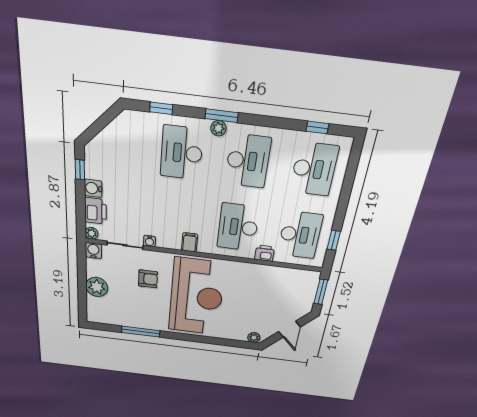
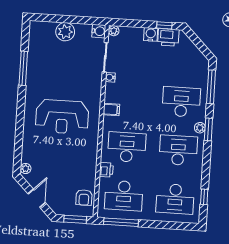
window: (161, 108) -> (211, 87), width x2.17
desk: (248, 161) -> (178, 150), turned 180
printer: (95, 211) -> (168, 37), moved
window: (334, 240) -> (121, 222), width x2.17
armchair: (148, 279) -> (84, 197), moved
reception desk: (196, 297) -> (62, 117), width x0.74, depth x0.77
door: (289, 329) -> (37, 198), swing flipped

